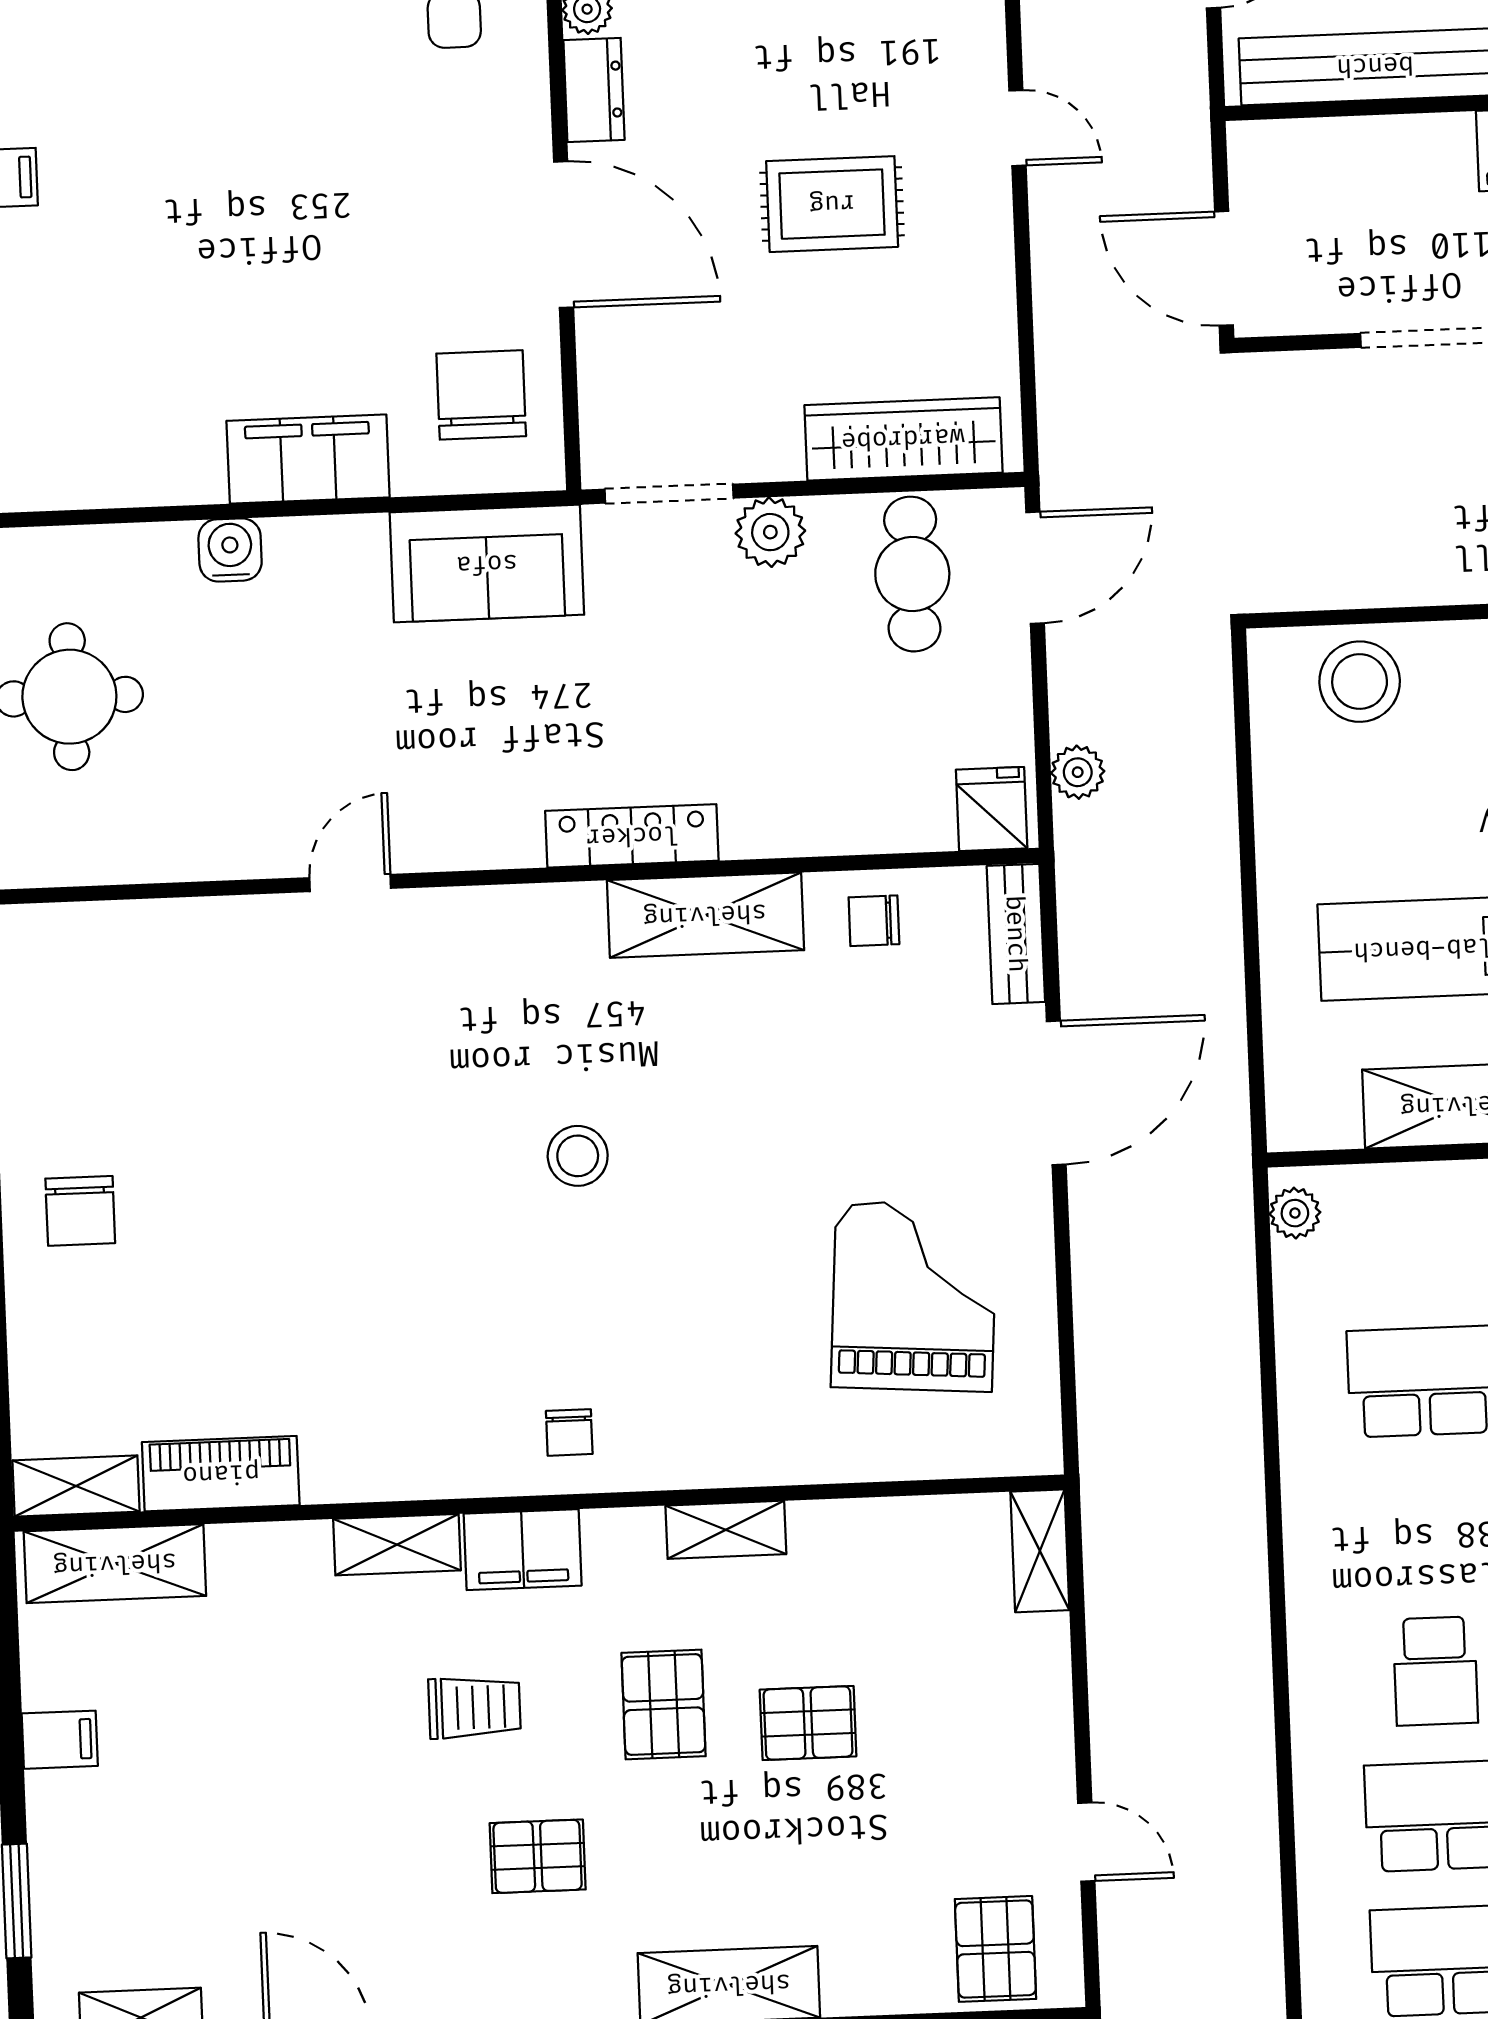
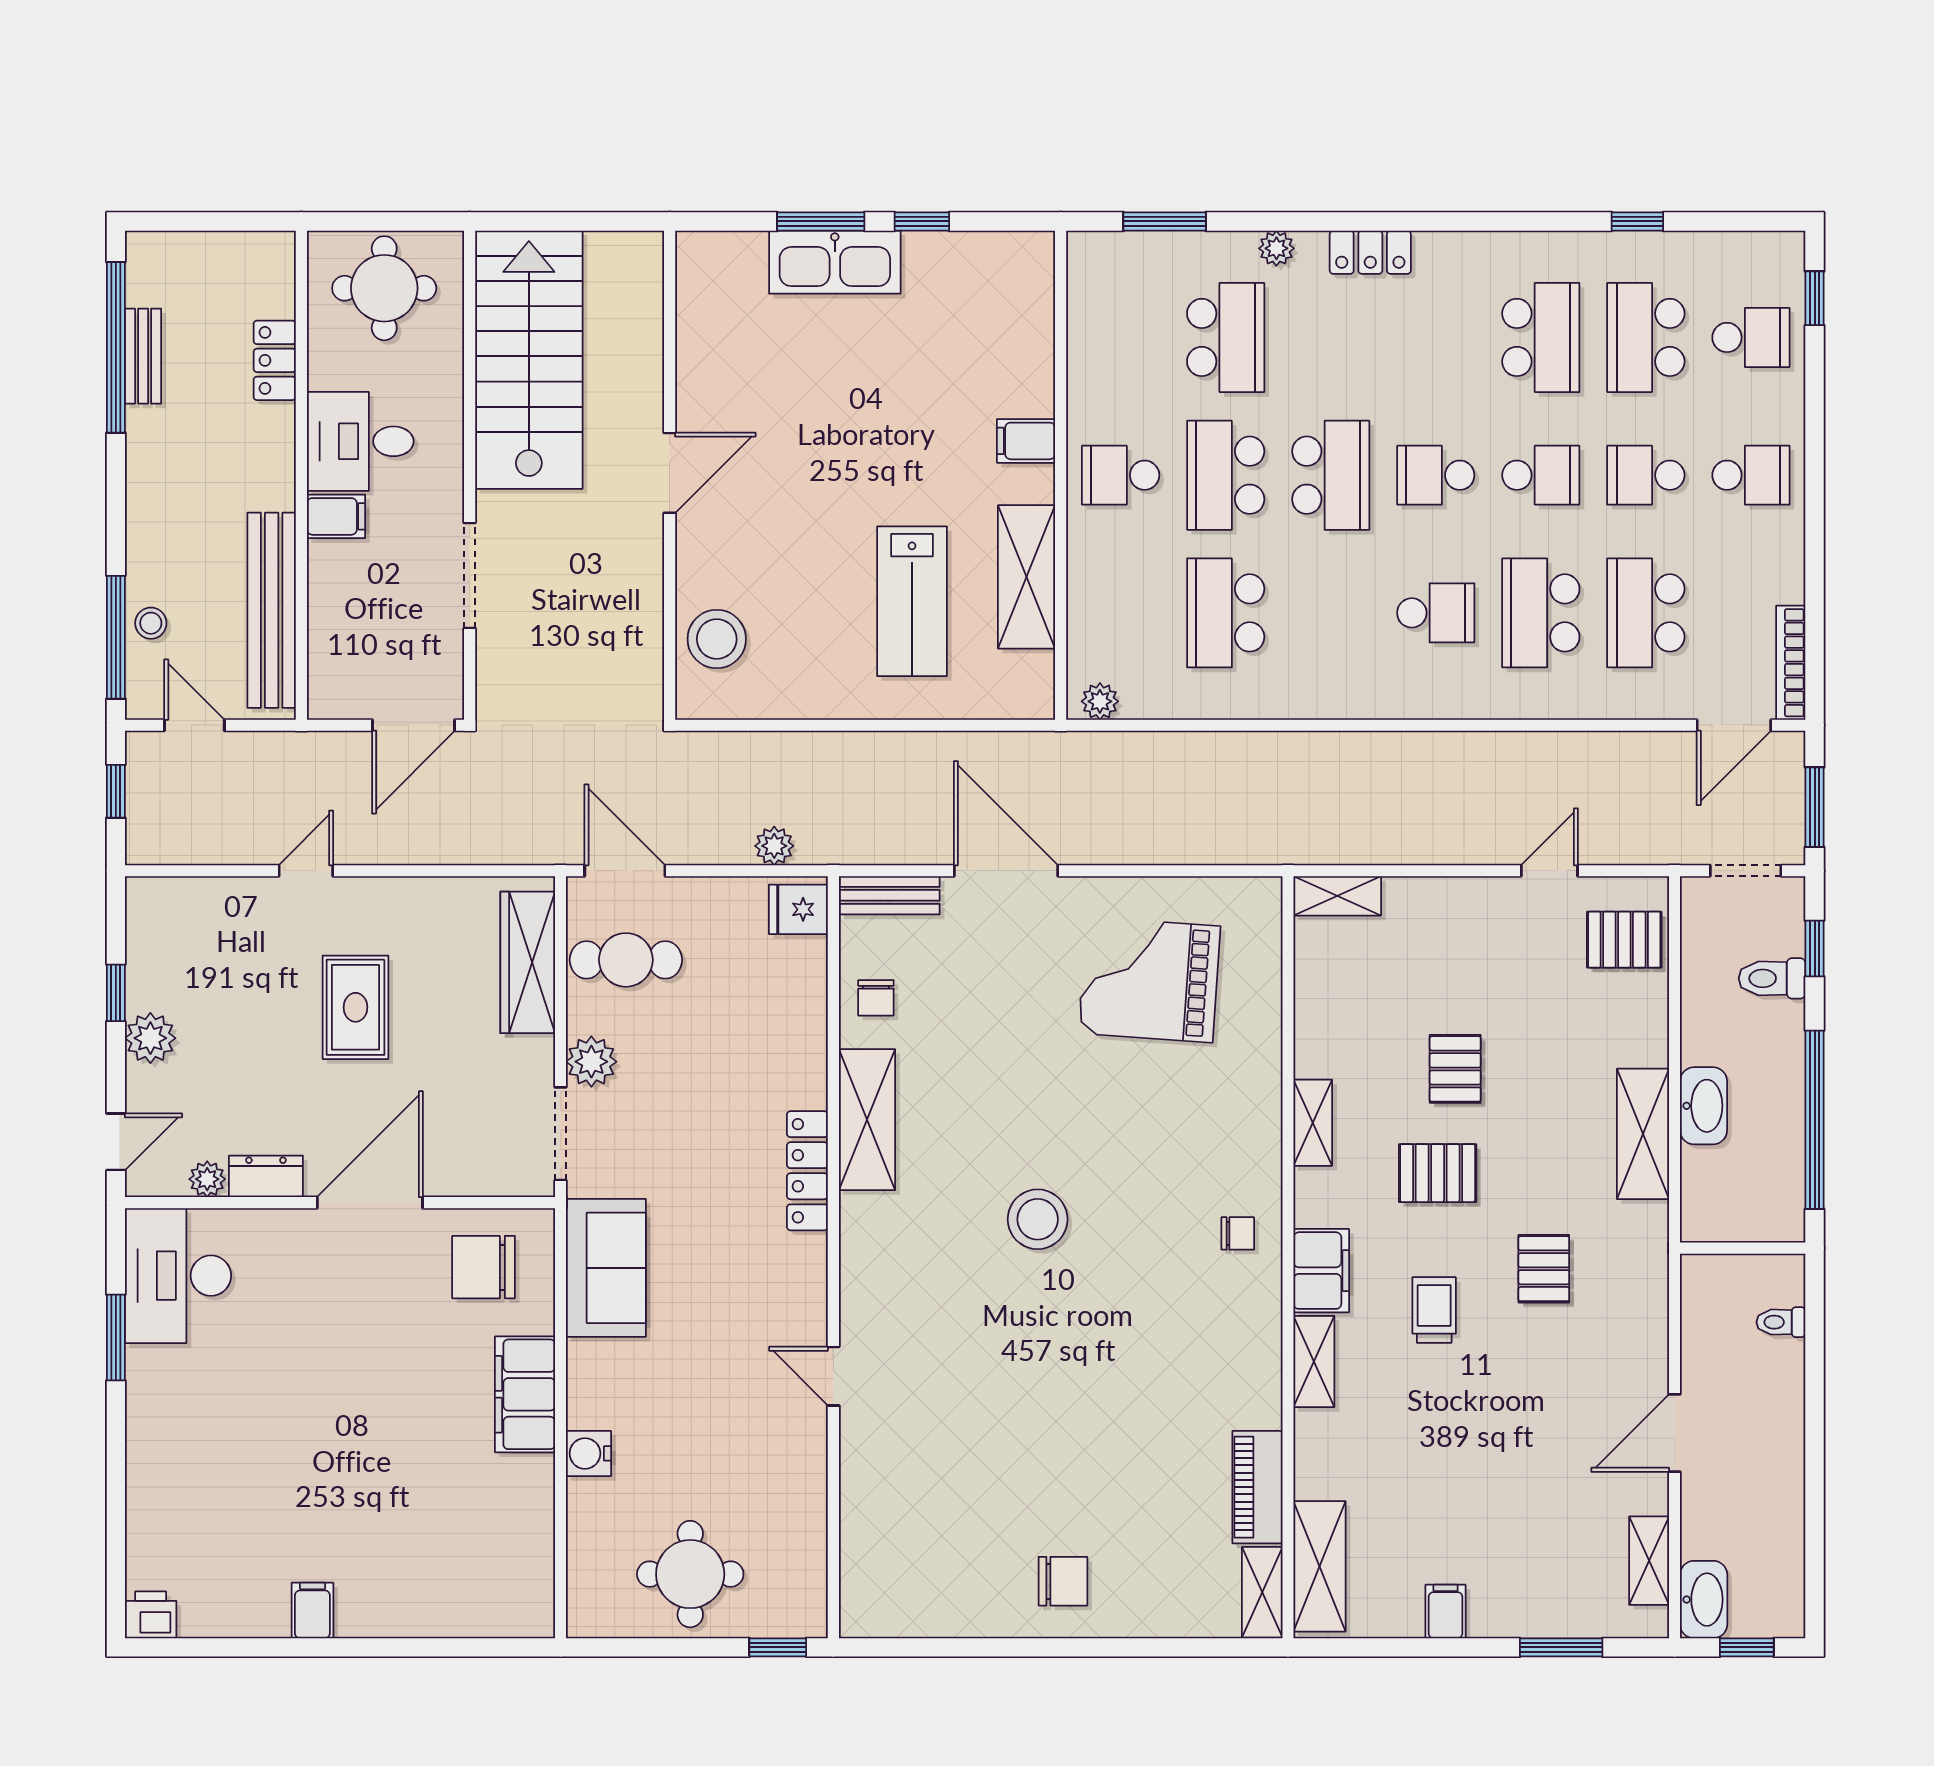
stool: (578, 1156) -> (1038, 1219), width x1.38, depth x1.38

